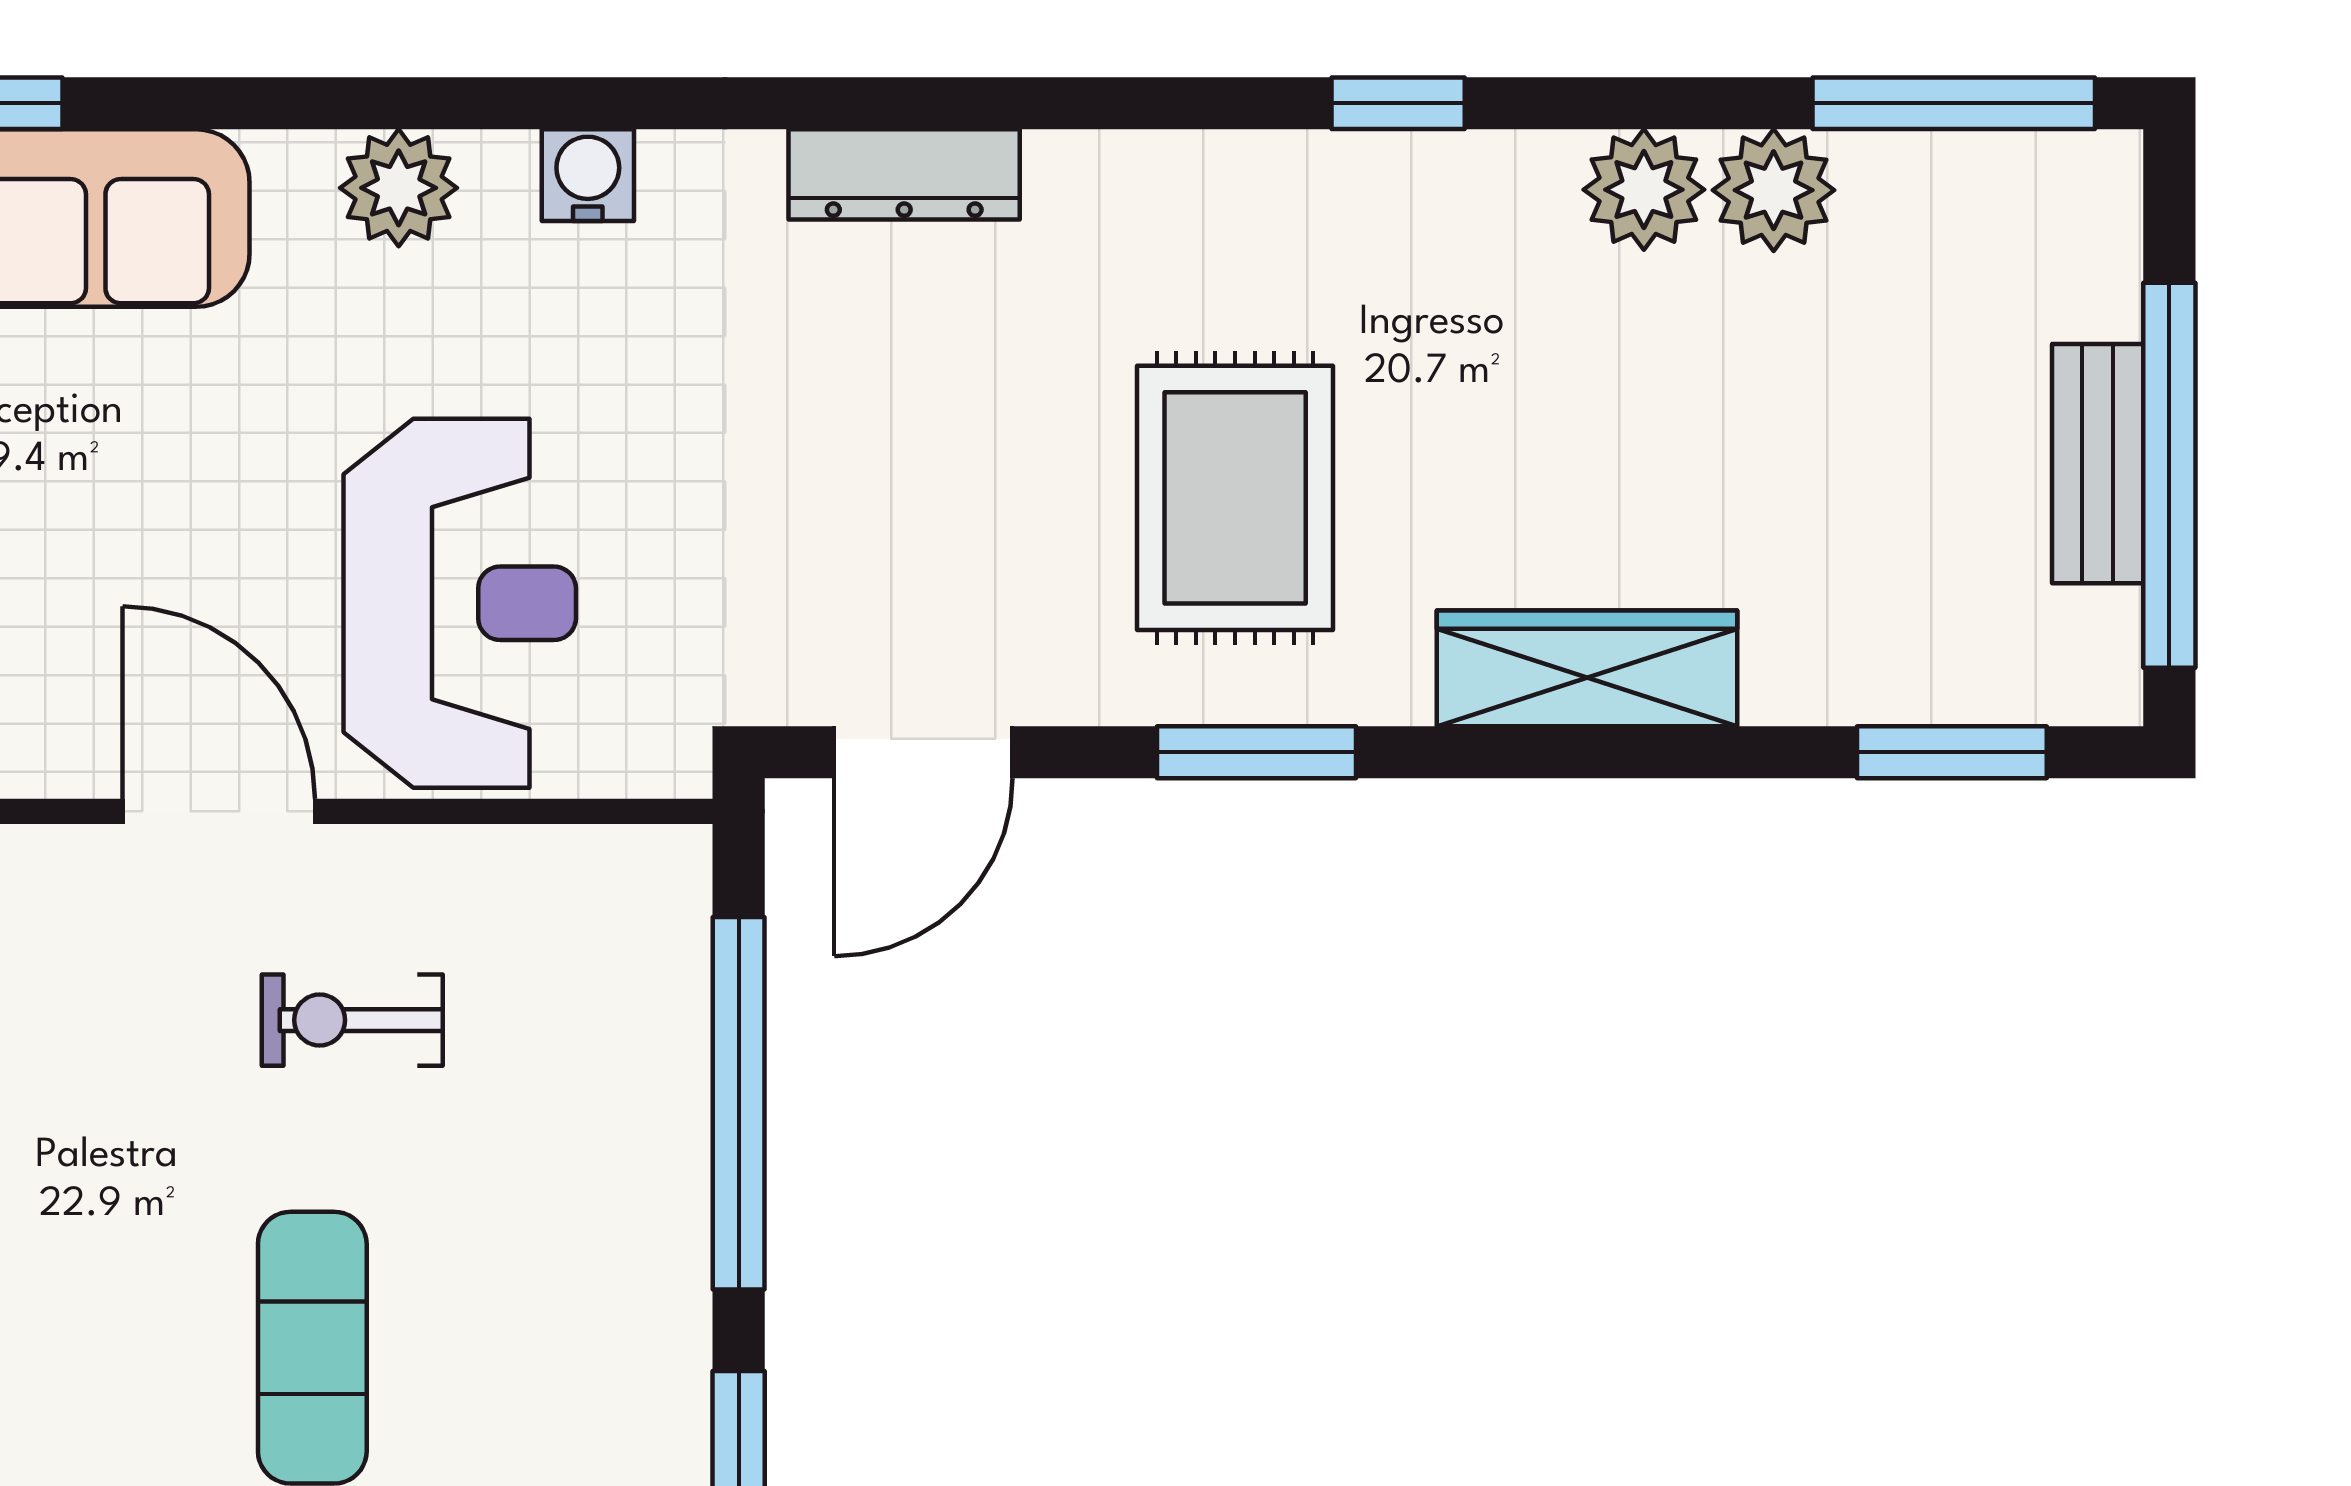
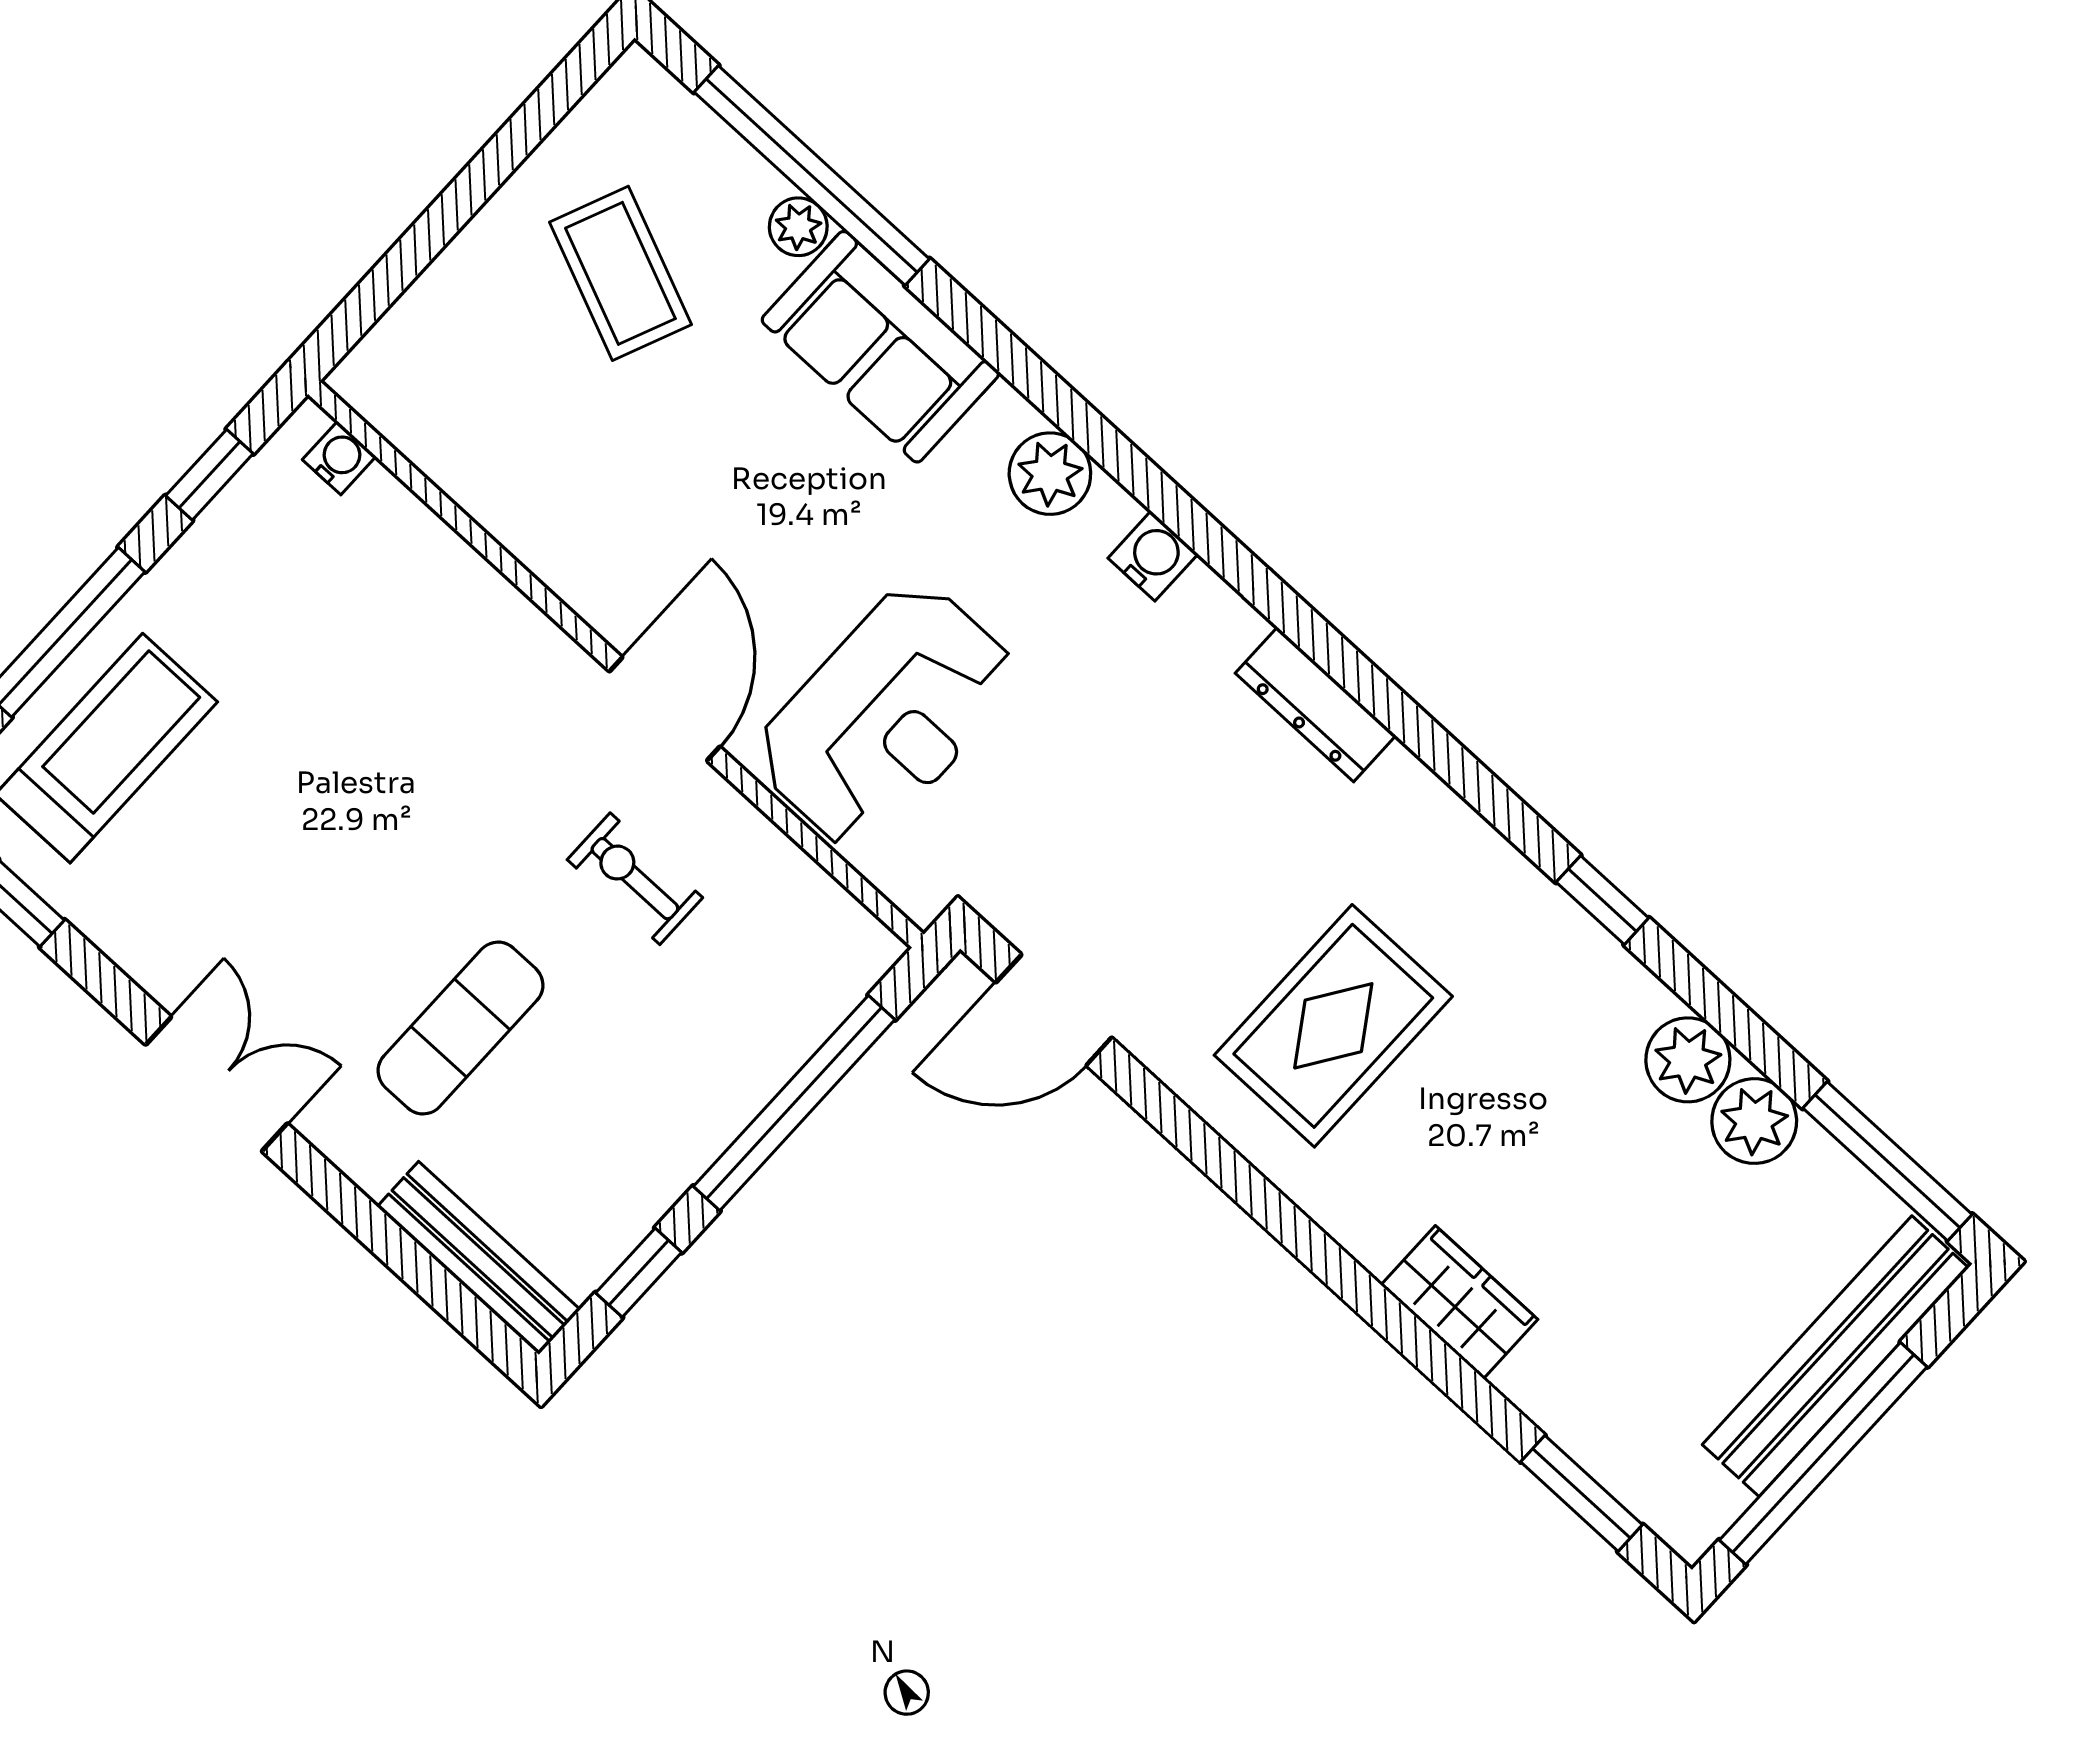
bench: (2098, 464) -> (1835, 1356), width x1.86, depth x1.21
wardrobe: (1587, 668) -> (1459, 1302), width x0.67
window: (1256, 752) -> (1225, 1166), removed

